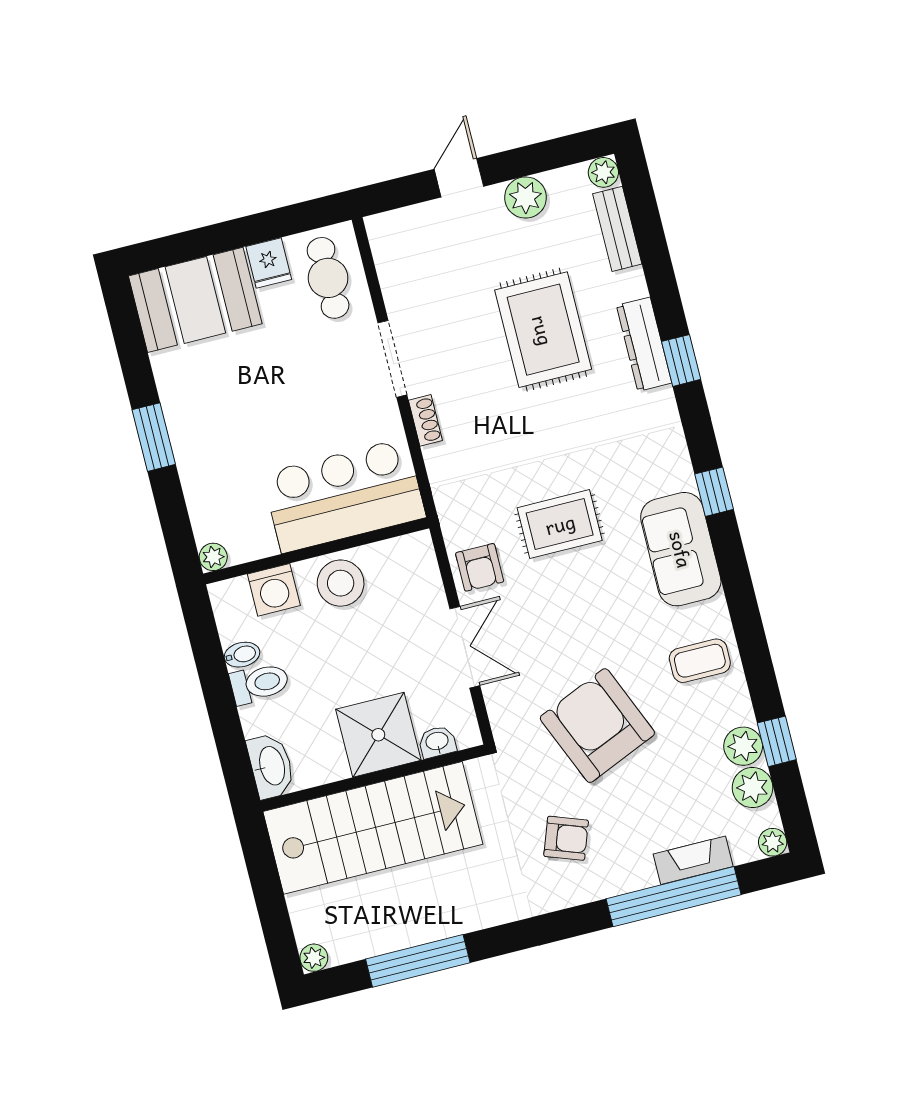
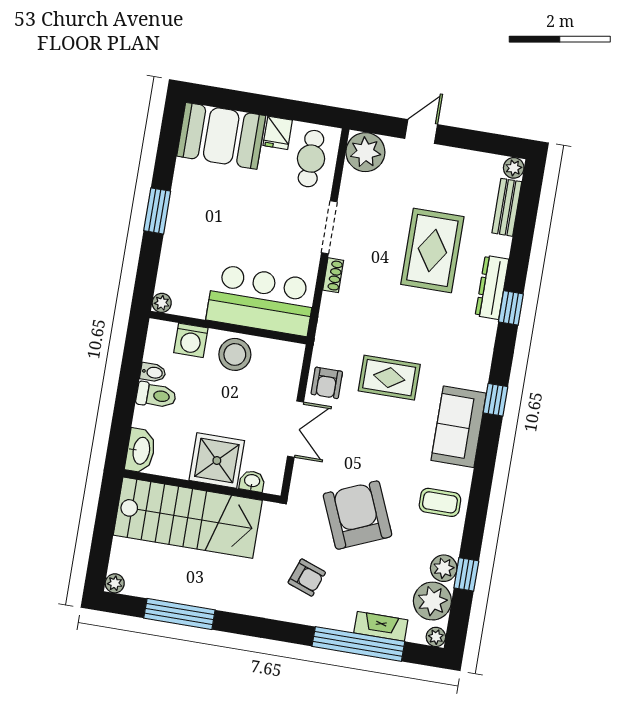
plant: (526, 197) -> (365, 152), moved, width x1.36, depth x1.36
plant: (753, 788) -> (432, 601), width x1.36, depth x1.36

